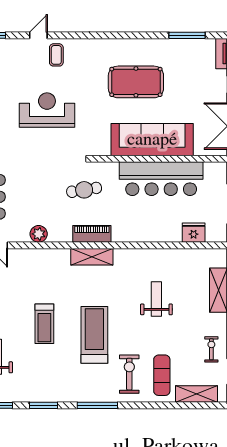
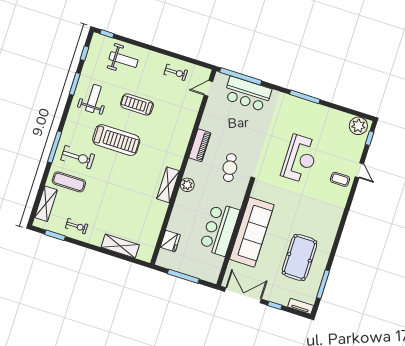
pool table: (136, 82) -> (299, 257), moved
bar counter: (161, 179) -> (220, 229), width x0.73
plant: (39, 234) -> (187, 185), moved
piano: (92, 234) -> (200, 145), moved
shelving: (92, 257) -> (168, 185), moved
weight bench: (156, 299) -> (93, 99), moved, turned -90
window: (97, 405) -> (55, 147), moved

